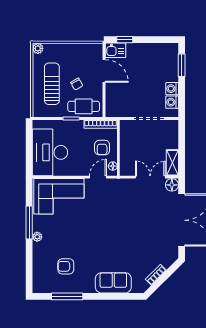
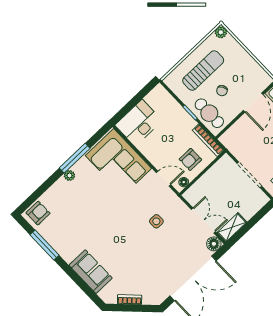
desk: (50, 152) -> (139, 123), width x0.73, depth x0.77
side table: (121, 208) -> (156, 221), added
armchair: (66, 266) -> (38, 213), moved, turned 90

